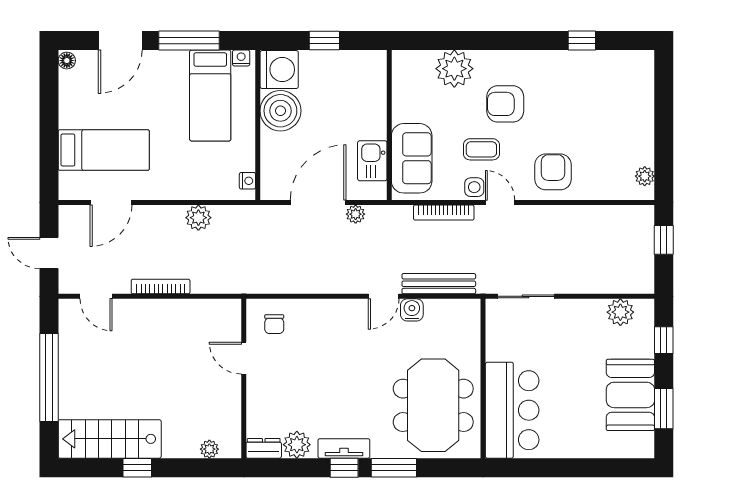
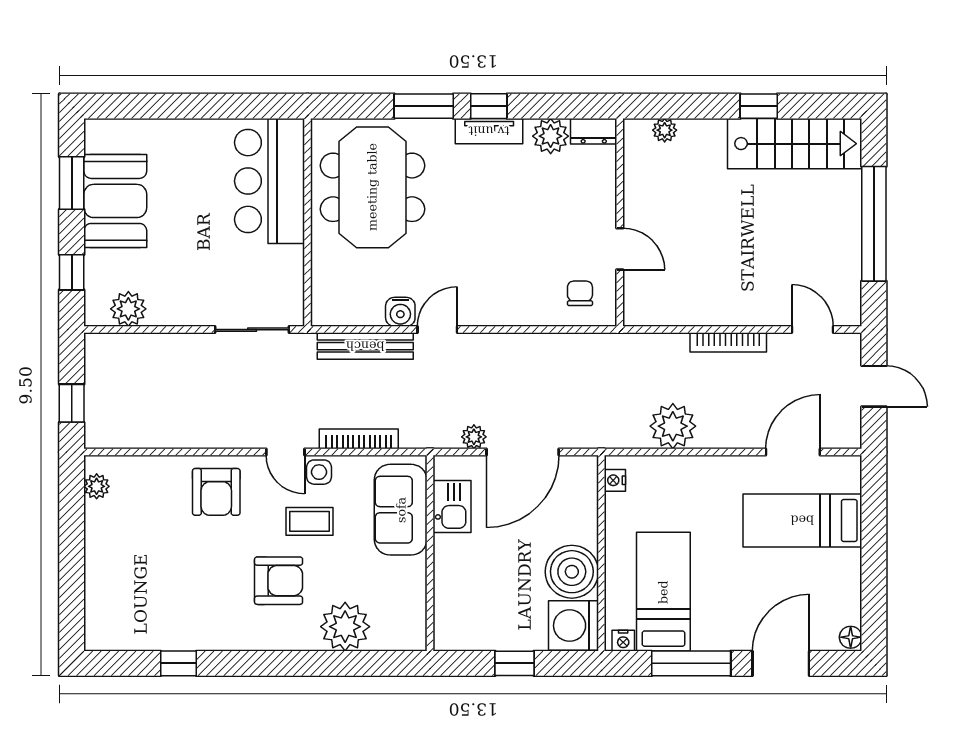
plant: (198, 218) -> (673, 426), width x1.36, depth x1.36

